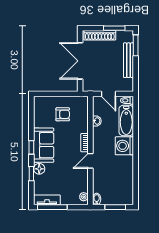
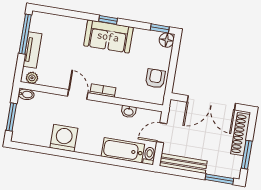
bench: (129, 60) -> (183, 163), moved
double door: (80, 61) -> (211, 103), swing flipped
armchair: (63, 114) -> (155, 78), moved, turned 180
washing machine: (124, 146) -> (64, 138), moved
floor lamp: (39, 169) -> (167, 40), moved
window: (31, 174) -> (160, 28), moved
tv unit: (47, 200) -> (32, 50), moved

